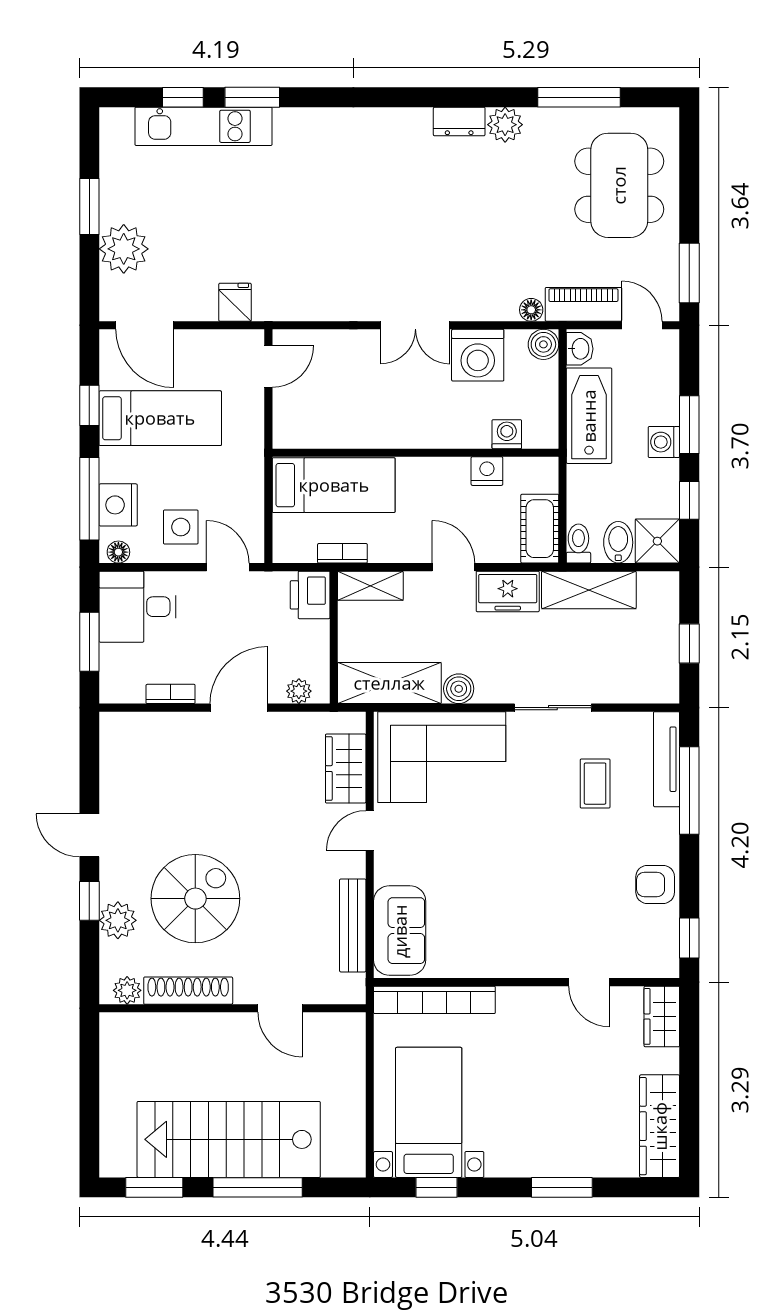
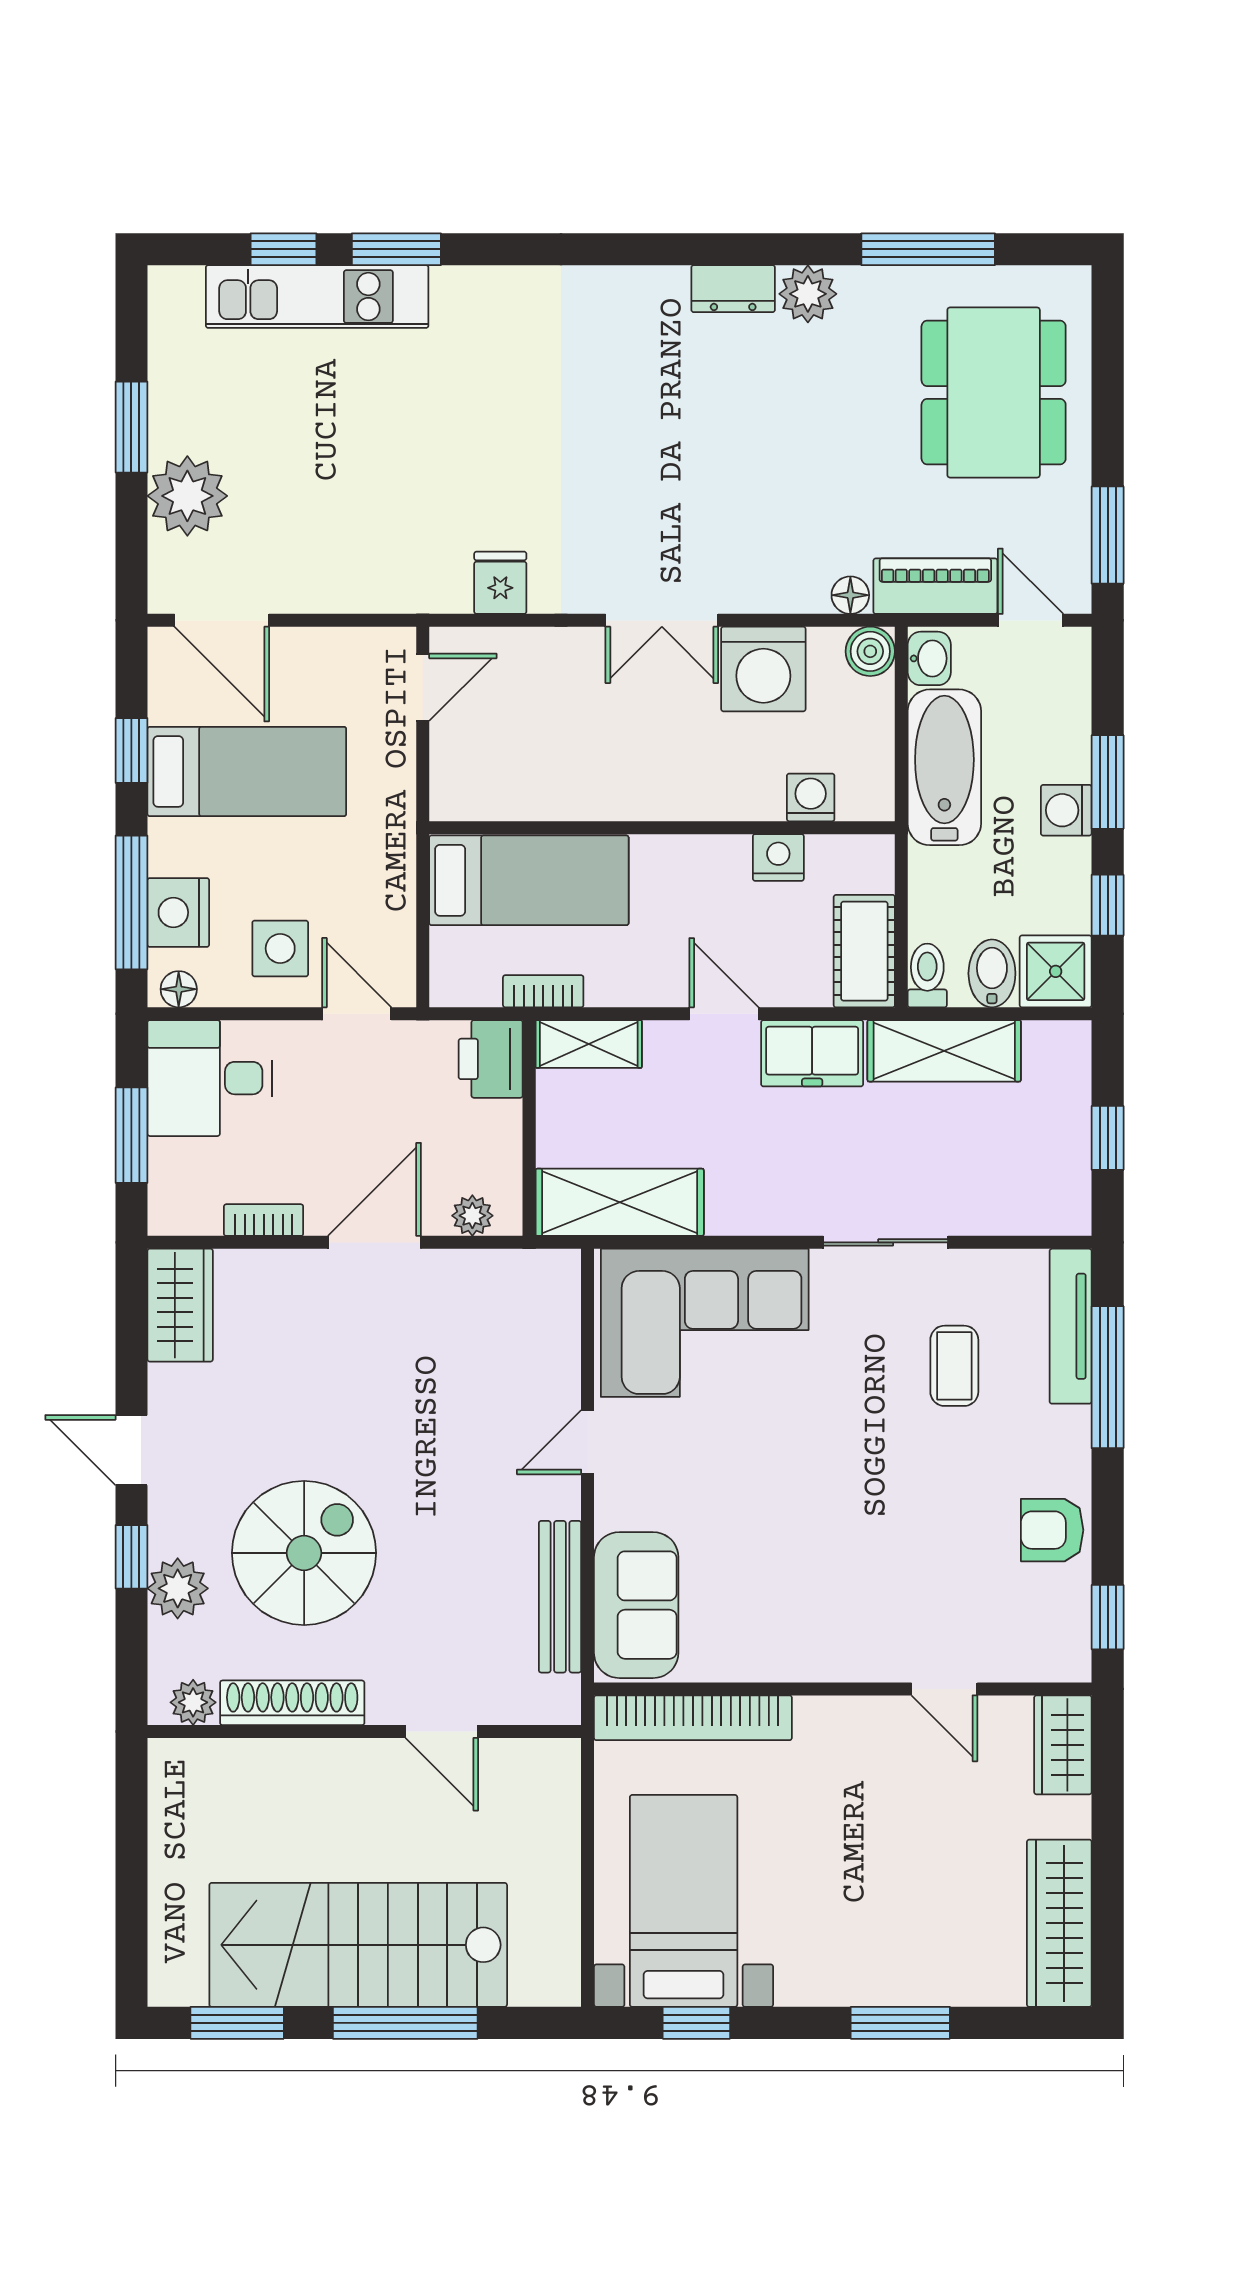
fridge: (235, 302) -> (500, 583), moved
boiler: (459, 689) -> (732, 1212), removed
wardrobe: (346, 769) -> (180, 1305), moved, turned 180

